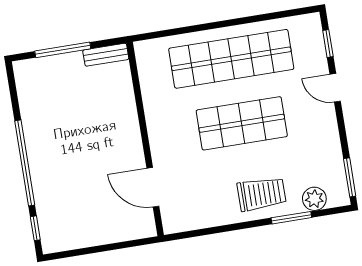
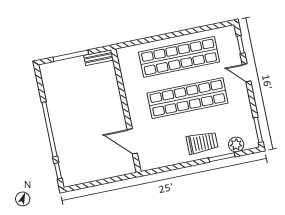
shop shelf: (242, 123) -> (188, 98), width x1.40

